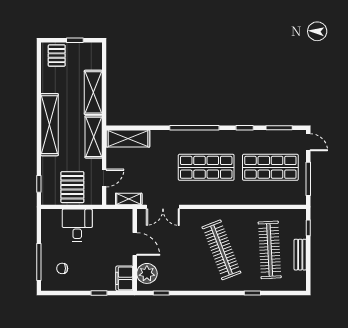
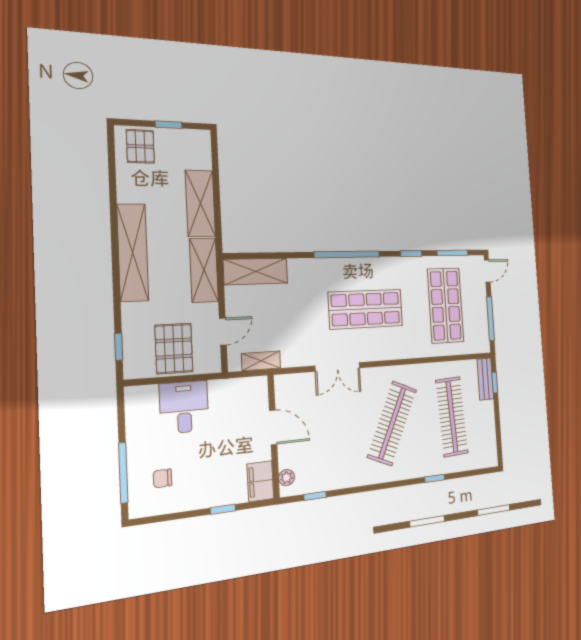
door: (308, 142) -> (487, 271), hinge flipped
shop shelf: (270, 167) -> (446, 305), turned 90
double door: (163, 207) -> (337, 367), moved
clothes rail: (221, 250) -> (392, 423), turned 45
bench: (300, 255) -> (485, 379), moved
plant: (147, 273) -> (287, 478), width x0.53, depth x0.53

